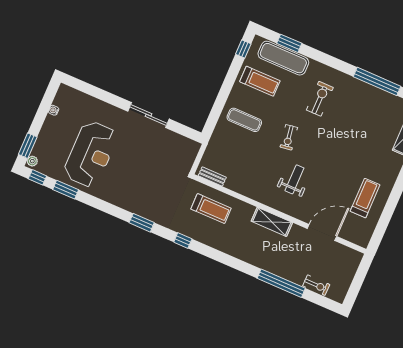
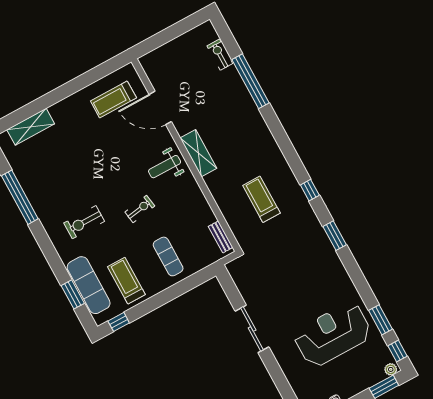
bench: (212, 176) -> (221, 237), moved
wall: (279, 214) -> (186, 155), moved
shelving: (272, 222) -> (198, 153), moved
door: (322, 232) -> (160, 108), moved

